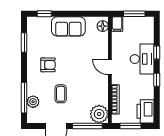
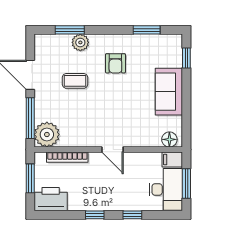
desk: (142, 59) -> (166, 189), moved, turned -90
door: (110, 67) -> (112, 150), swing flipped
window: (24, 98) -> (70, 30), width x0.69
plant: (33, 102) -> (80, 42), moved

